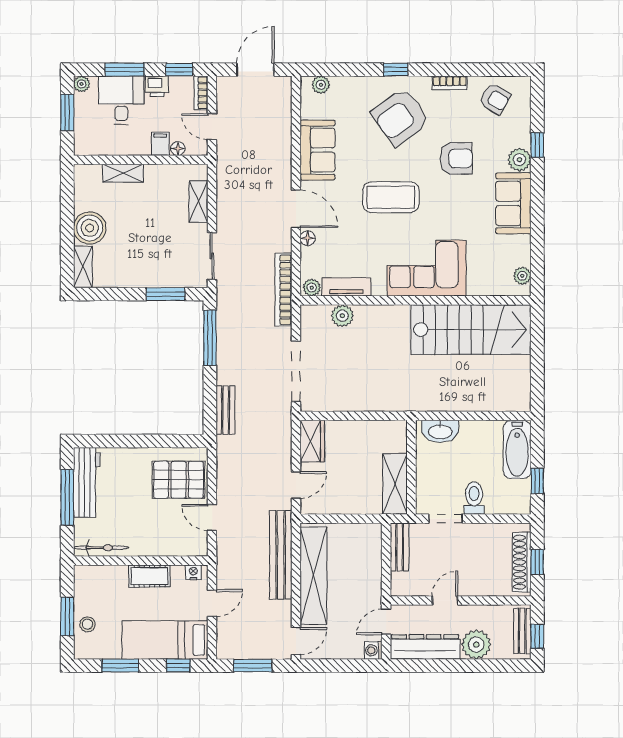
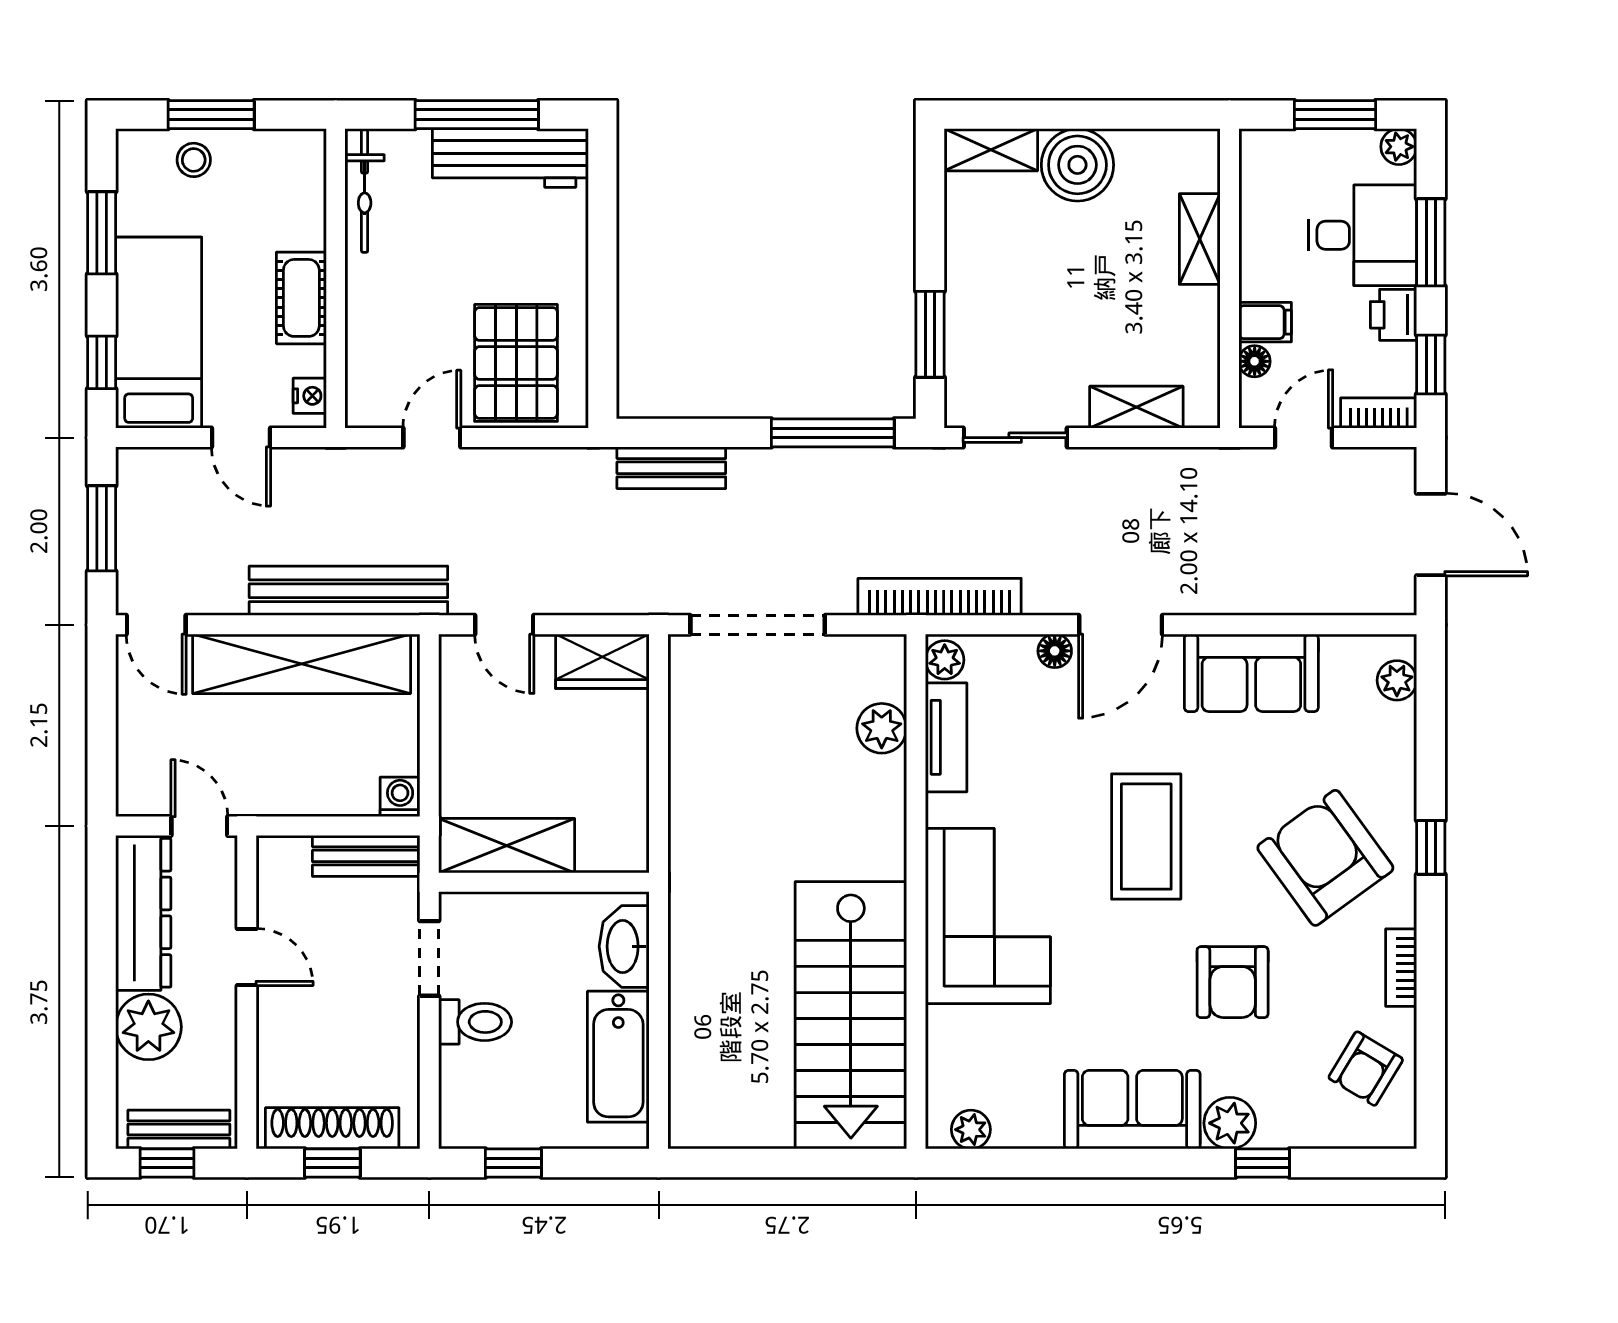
bathtub: (517, 449) -> (618, 1057), moved, turned -90
washing machine: (373, 650) -> (400, 797), moved

